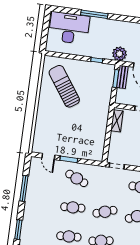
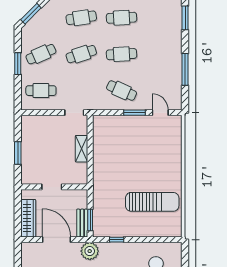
sun lounger: (64, 86) -> (152, 202), turned -55
shelving: (117, 121) -> (82, 149), moved

